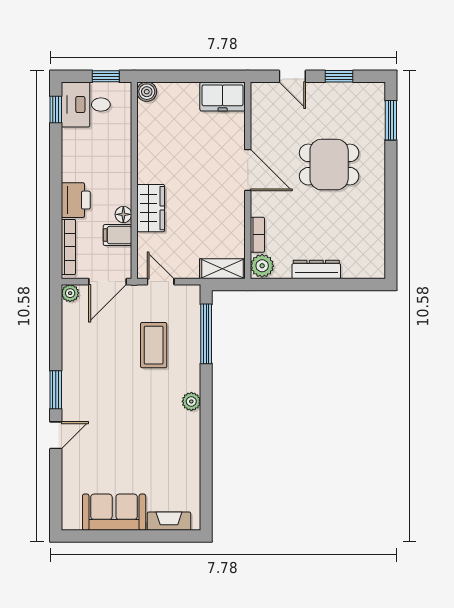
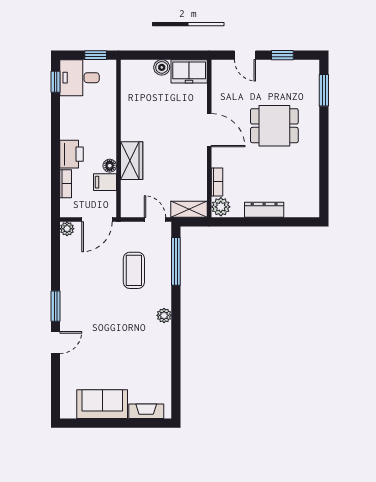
boiler: (147, 92) -> (162, 67), moved
bookcase: (68, 247) -> (66, 184), width x0.64
door: (161, 282) -> (155, 220), moved

